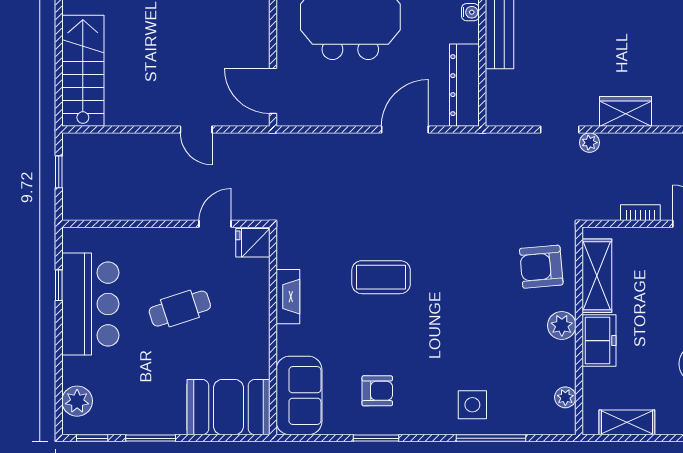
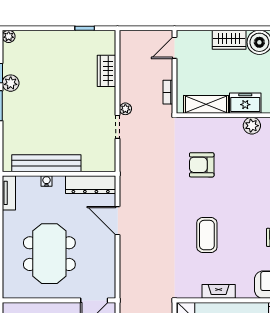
wardrobe: (626, 111) -> (107, 71), moved
bookcase: (640, 213) -> (168, 92), moved
armchair: (541, 267) -> (202, 165), moved, turned 95
plant: (562, 325) -> (252, 126), moved

